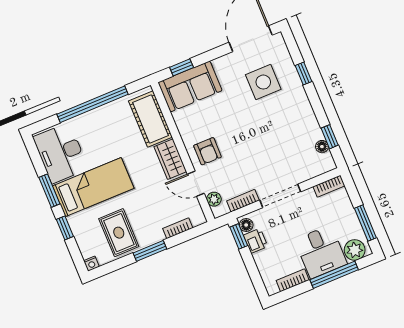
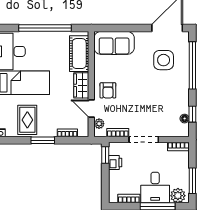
window: (182, 67) -> (114, 28), removed
window: (303, 73) -> (192, 65), width x3.17
floor lamp: (246, 225) -> (113, 149), removed

